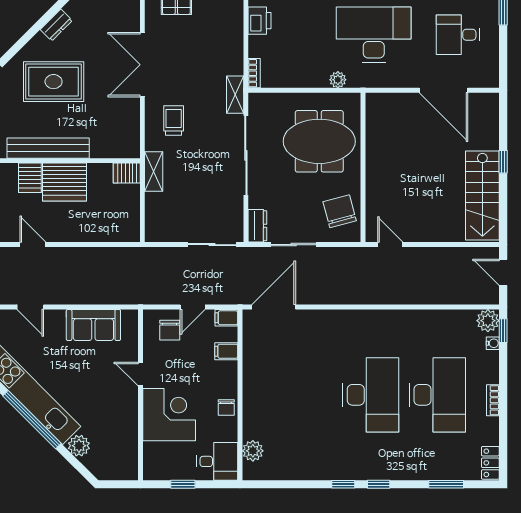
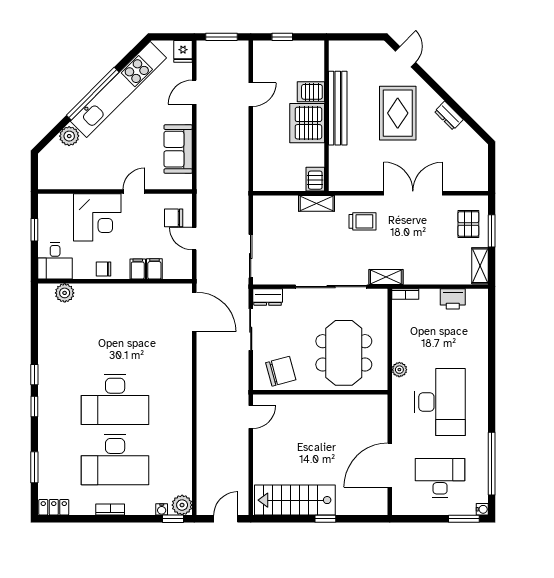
desk: (458, 35) -> (440, 478), width x1.37
filing cabinet: (226, 318) -> (138, 269), moved

